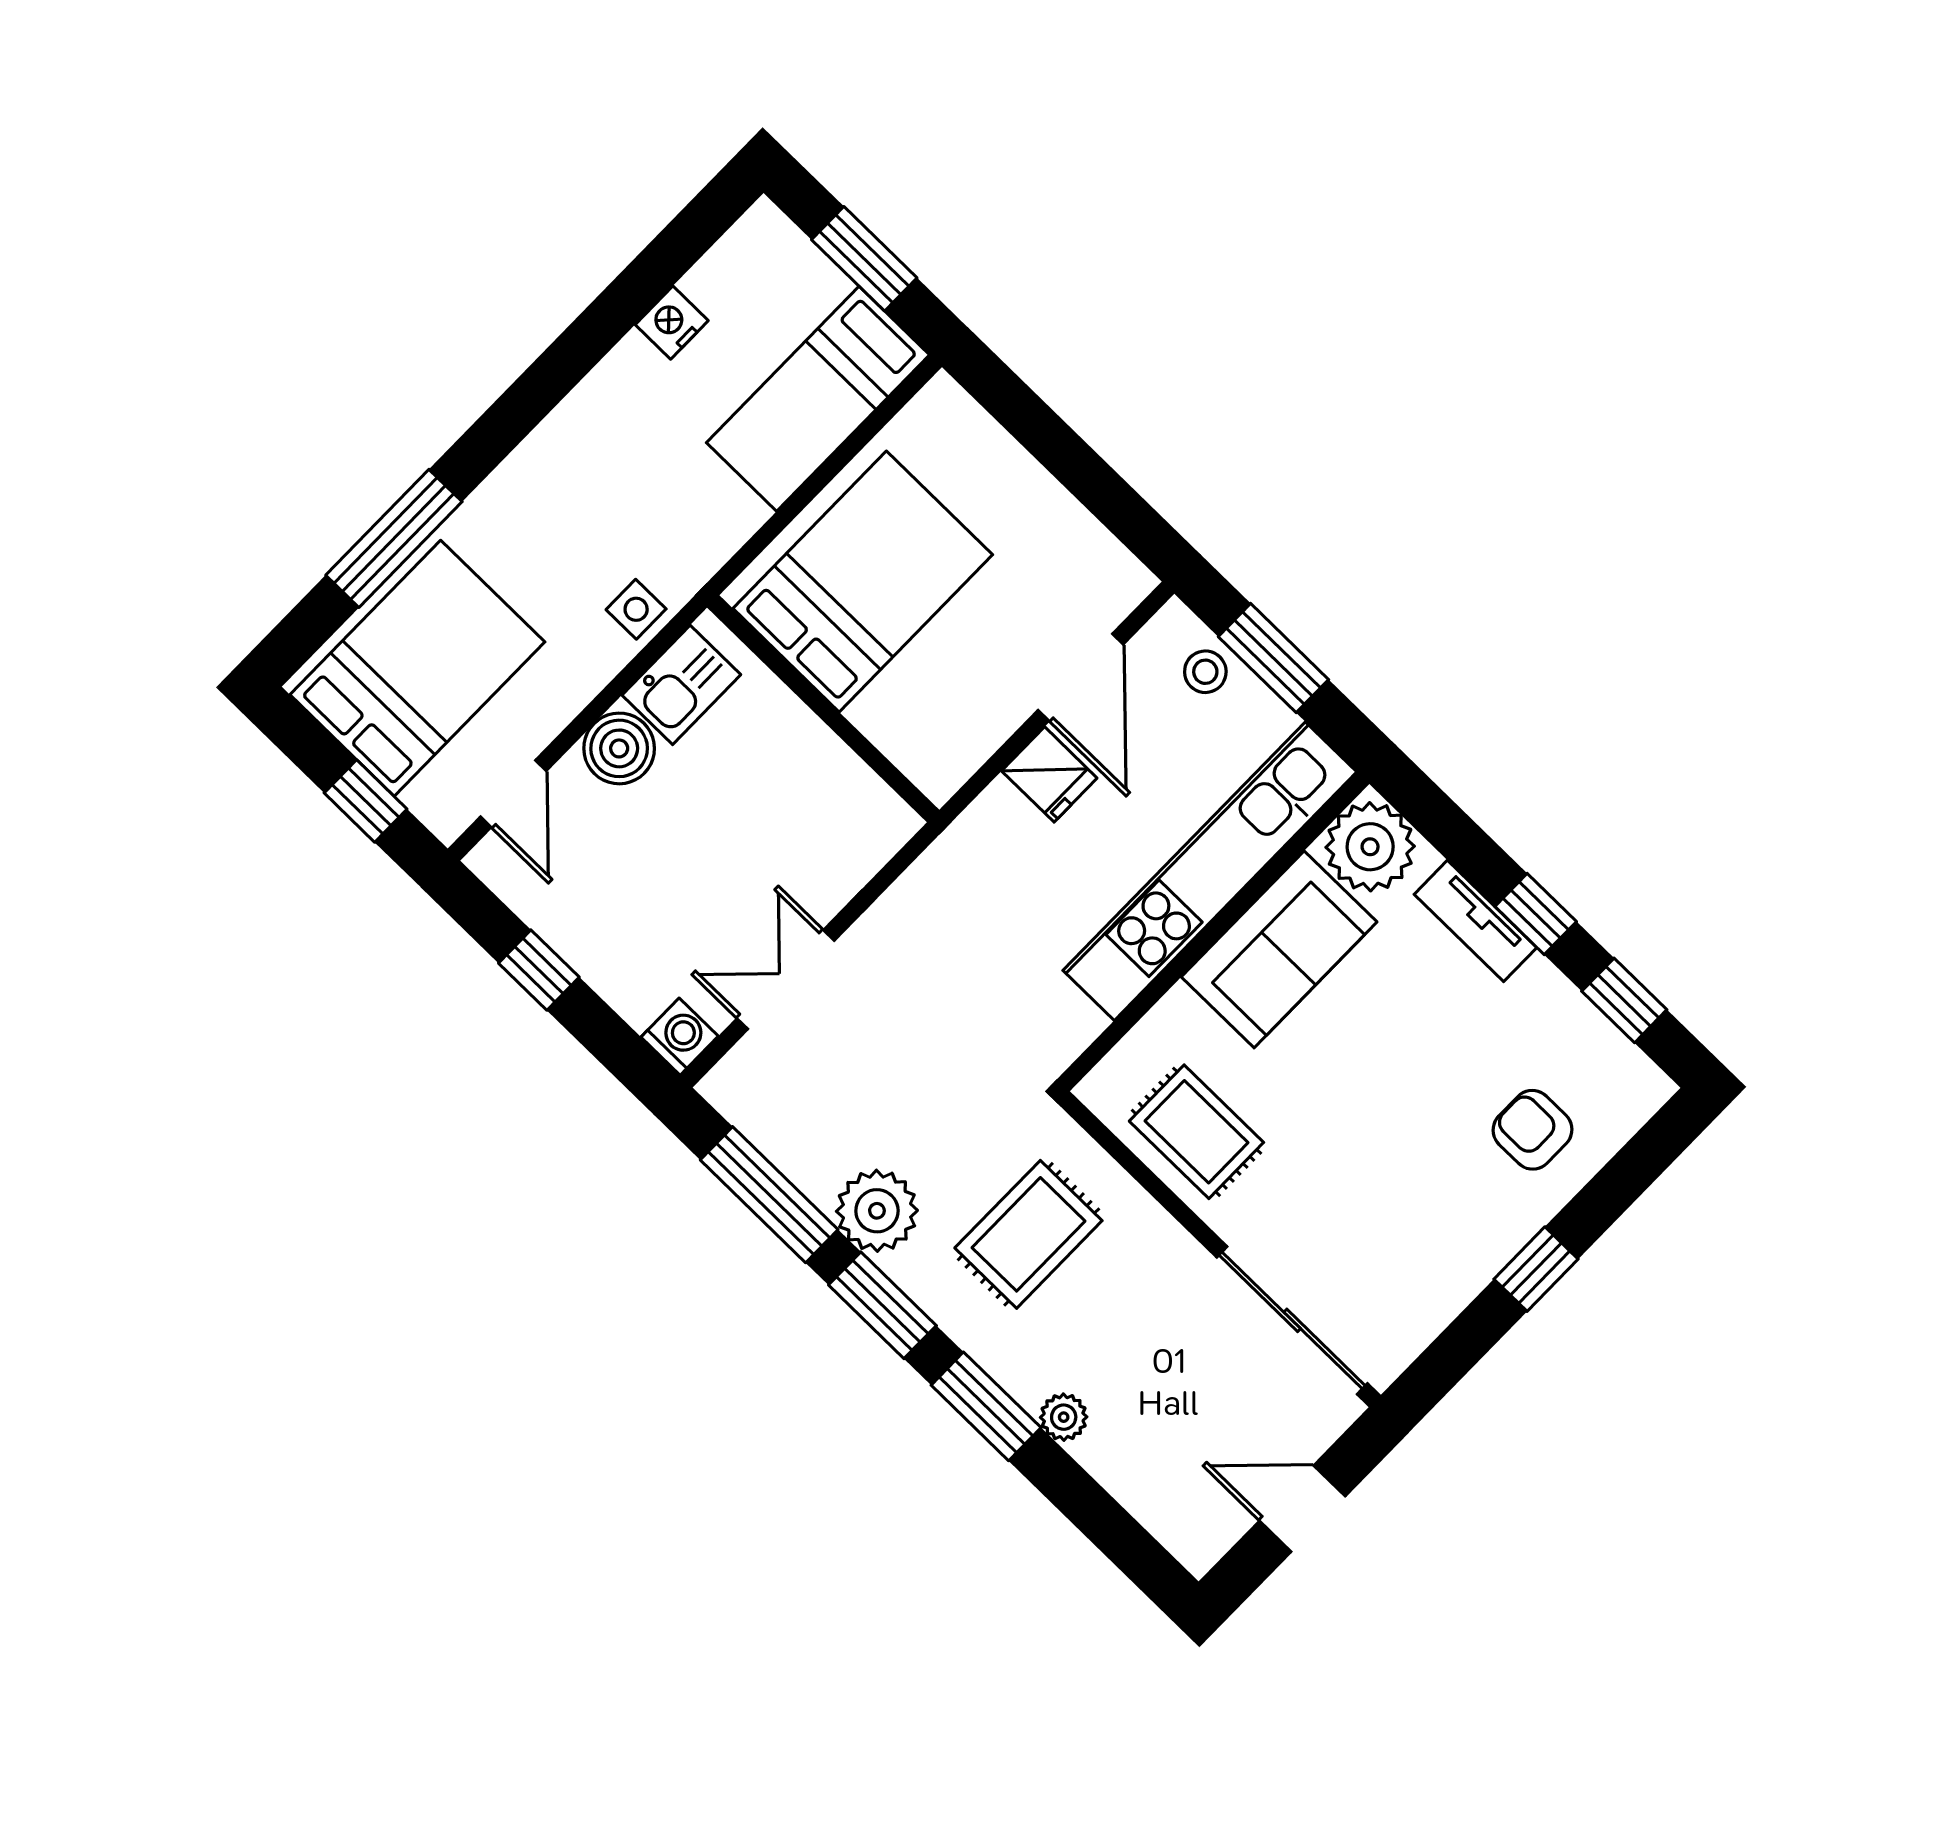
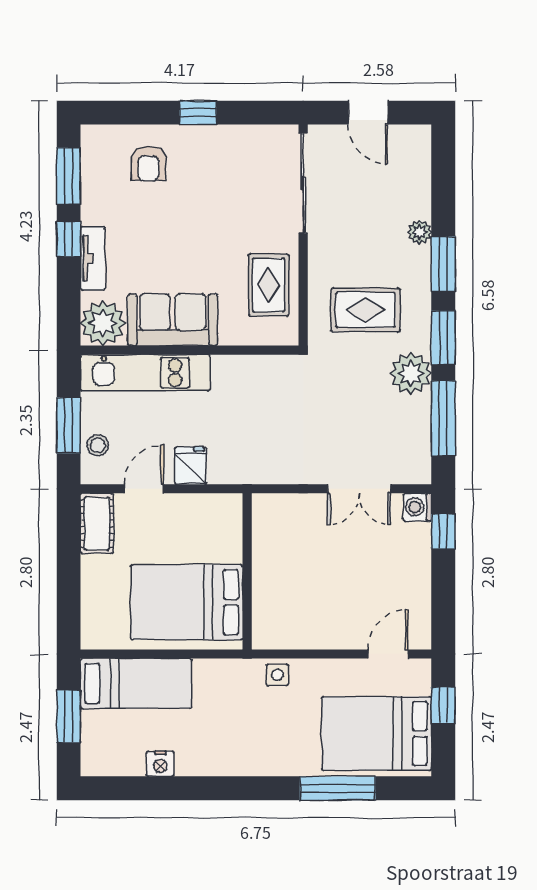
cot: (1097, 563) -> (97, 523), added
door: (1081, 677) -> (144, 489), width x0.73
kitchen sink: (681, 685) -> (289, 632), removed
boiler: (619, 748) -> (334, 632), removed
kitchen unit: (1210, 871) -> (145, 373), width x0.73
window: (539, 970) -> (443, 531), moved
window: (1624, 1000) -> (69, 176), width x1.50

